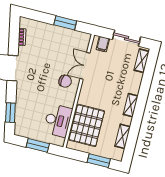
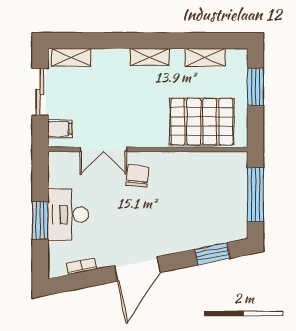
window: (65, 23) -> (40, 220), moved
desk: (58, 121) -> (68, 215), moved, turned -90
window: (38, 145) -> (255, 195), width x1.44

